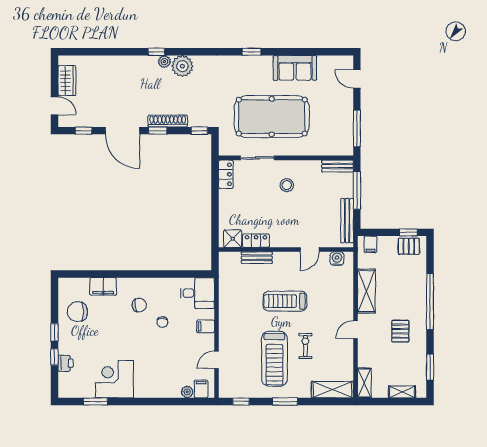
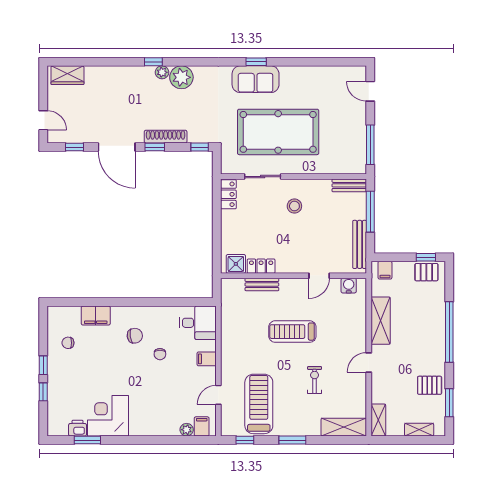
sofa: (295, 68) -> (256, 79), moved
wardrobe: (67, 81) -> (67, 75), moved, turned 90
chair: (77, 312) -> (68, 343), width x0.54, depth x0.54
pallet: (400, 331) -> (430, 385), moved, turned 90
treadmill: (274, 359) -> (259, 404), moved, turned 180
printer: (66, 363) -> (78, 428), moved, turned -90

